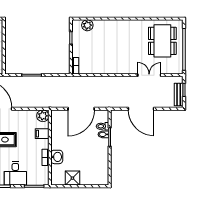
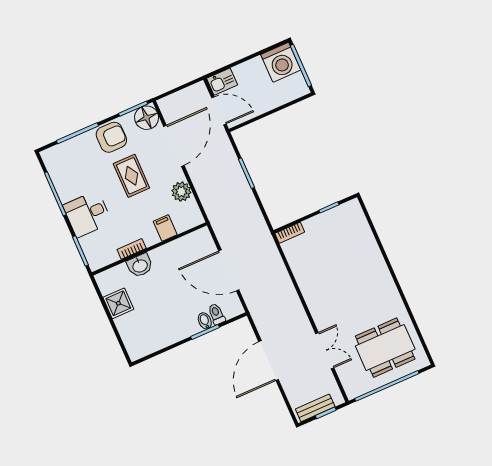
plant: (87, 25) -> (359, 224), removed
plant: (43, 116) -> (181, 192), moved

